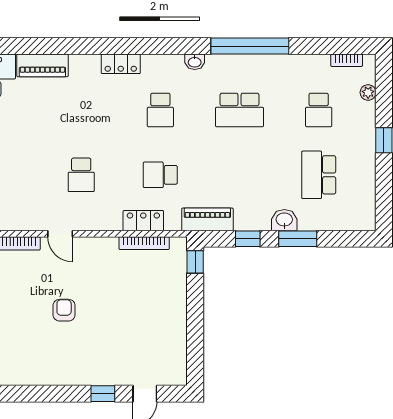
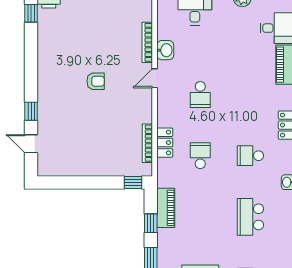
school desk: (81, 175) -> (200, 95), turned -90
piano: (207, 219) -> (166, 208), moved
washbasin: (284, 220) -> (165, 50), moved

